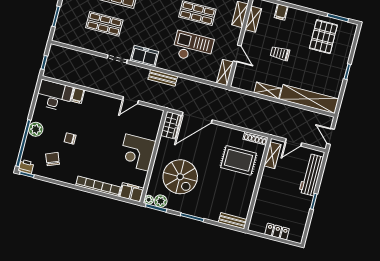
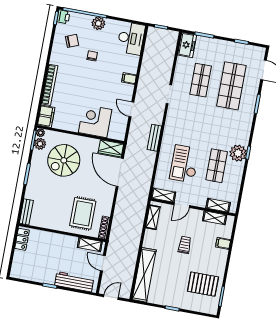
checkout: (193, 47) -> (184, 164), turned 180
freezer: (144, 56) -> (187, 45), moved
shelving: (268, 90) -> (153, 217), moved
filing cabinet: (78, 96) -> (129, 79), moved
corner desk: (137, 153) -> (95, 121), moved
locker: (277, 232) -> (22, 239), moved

